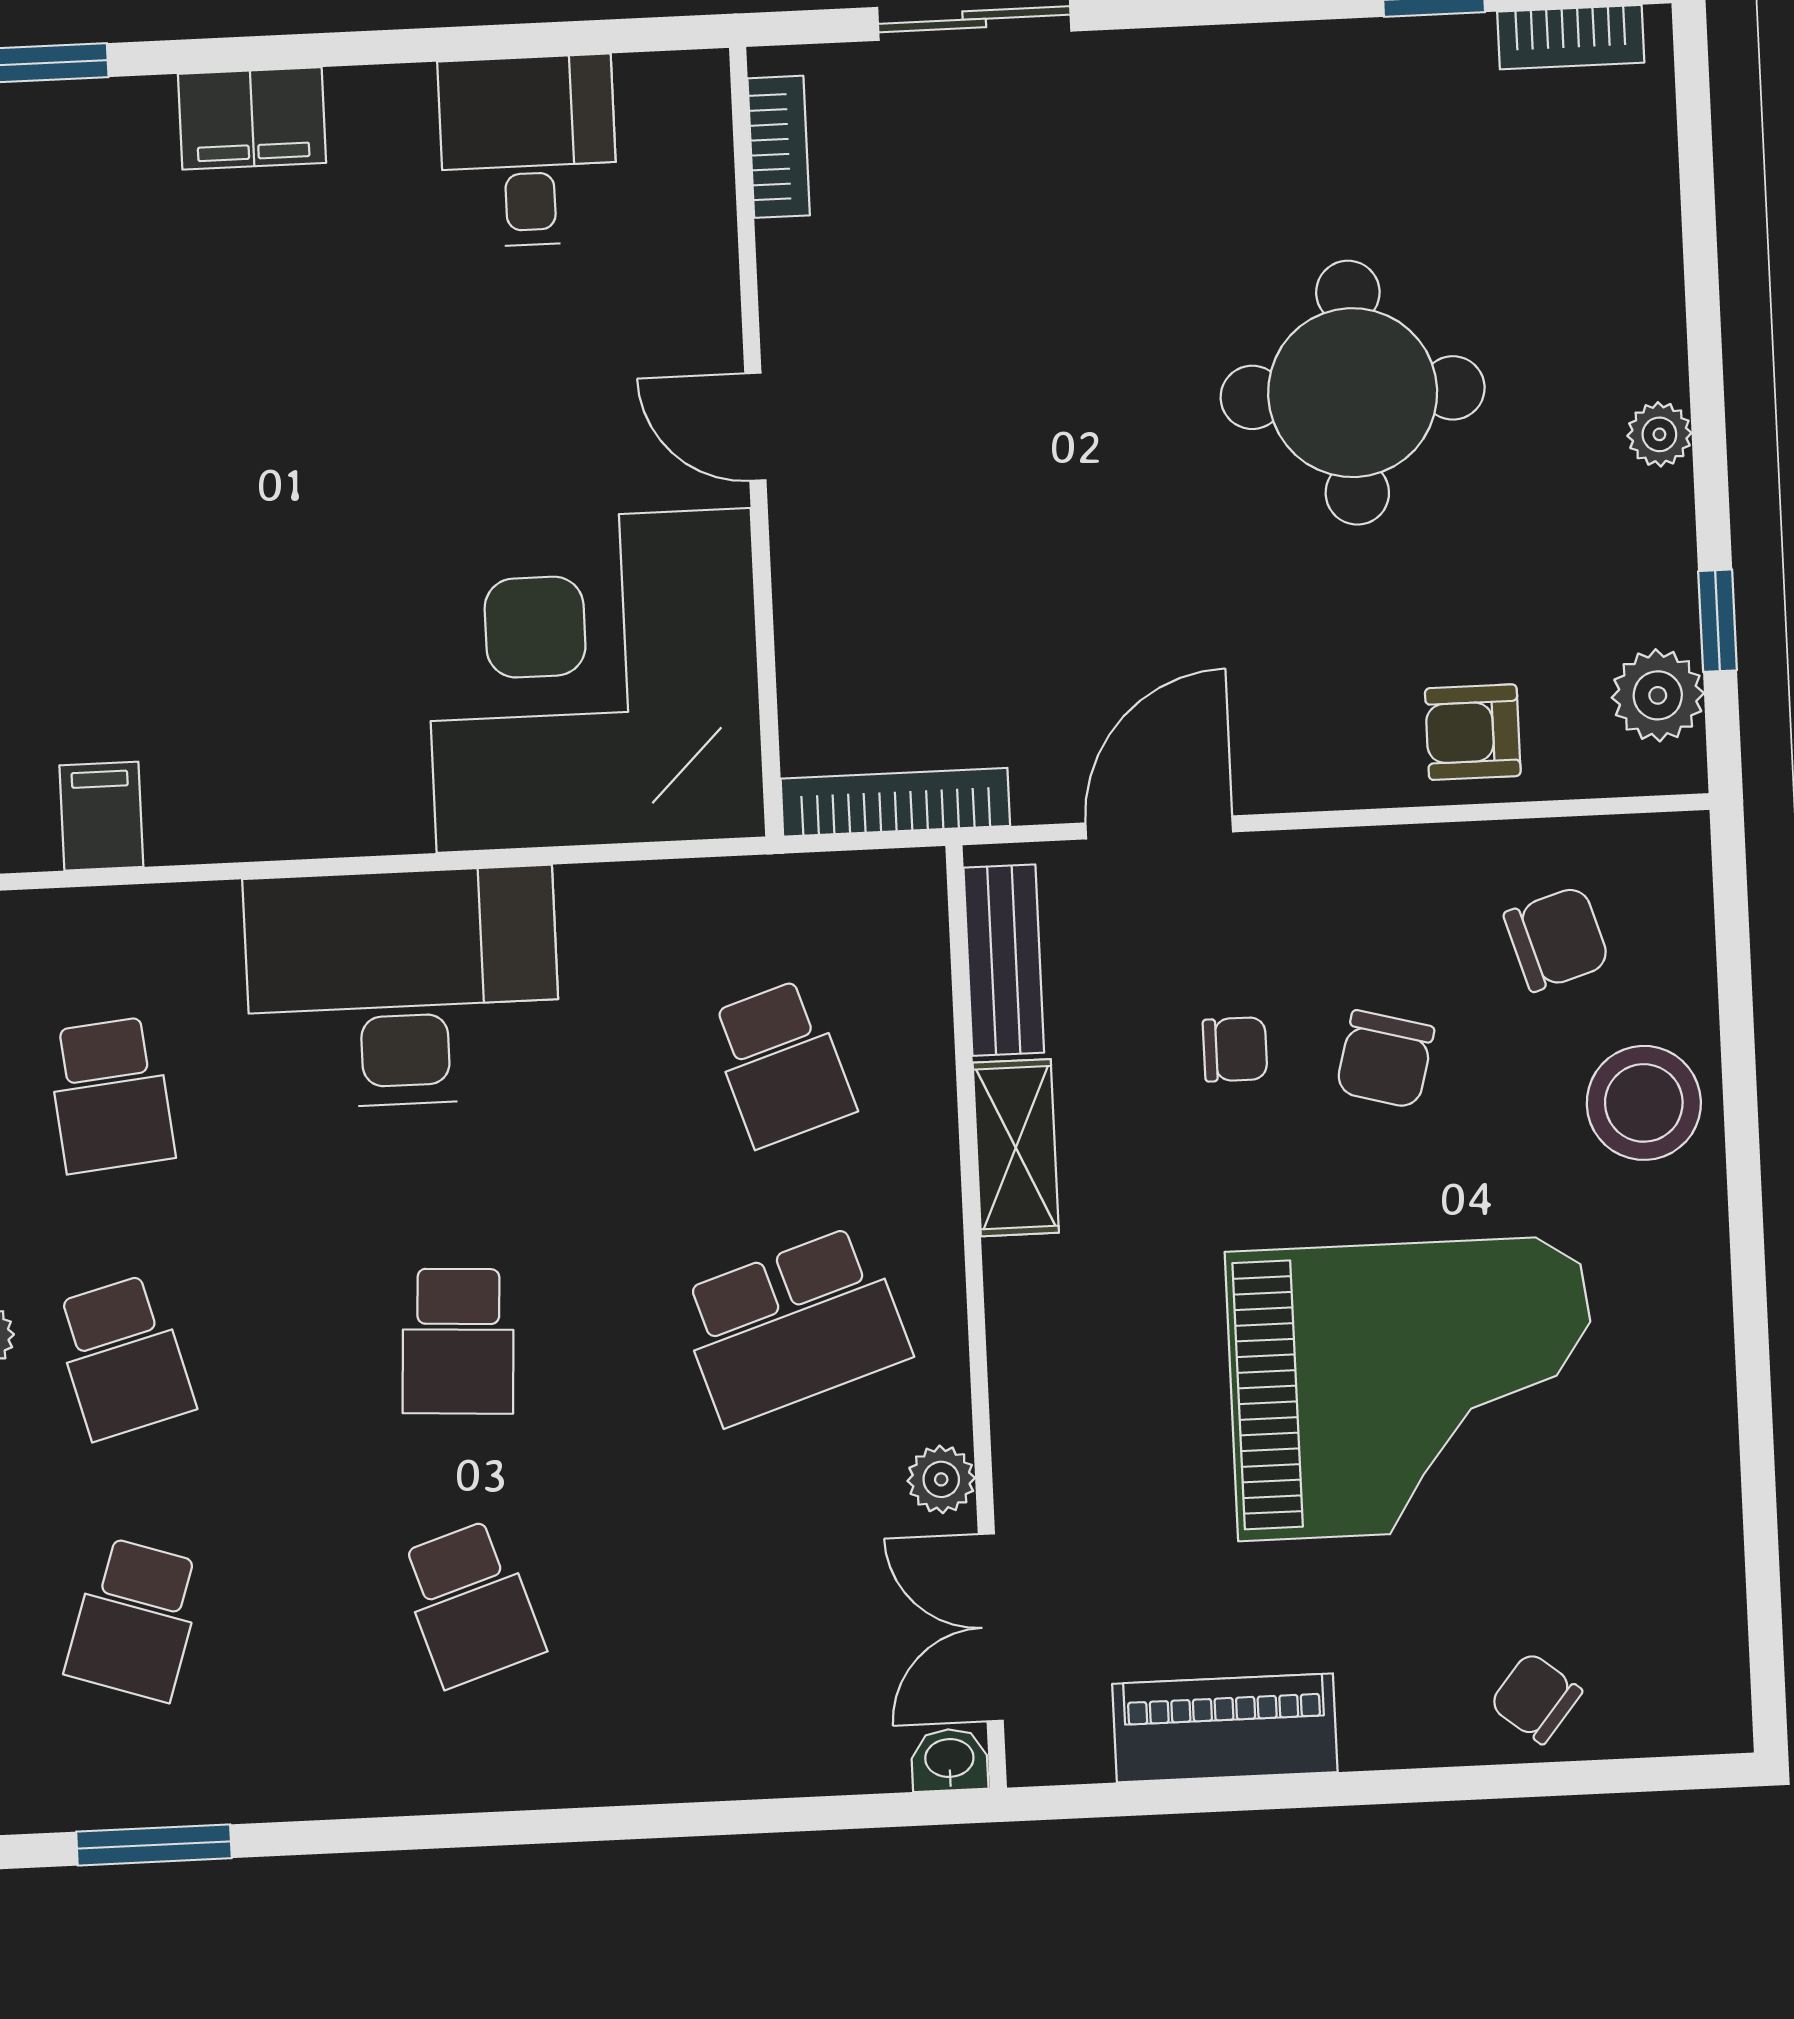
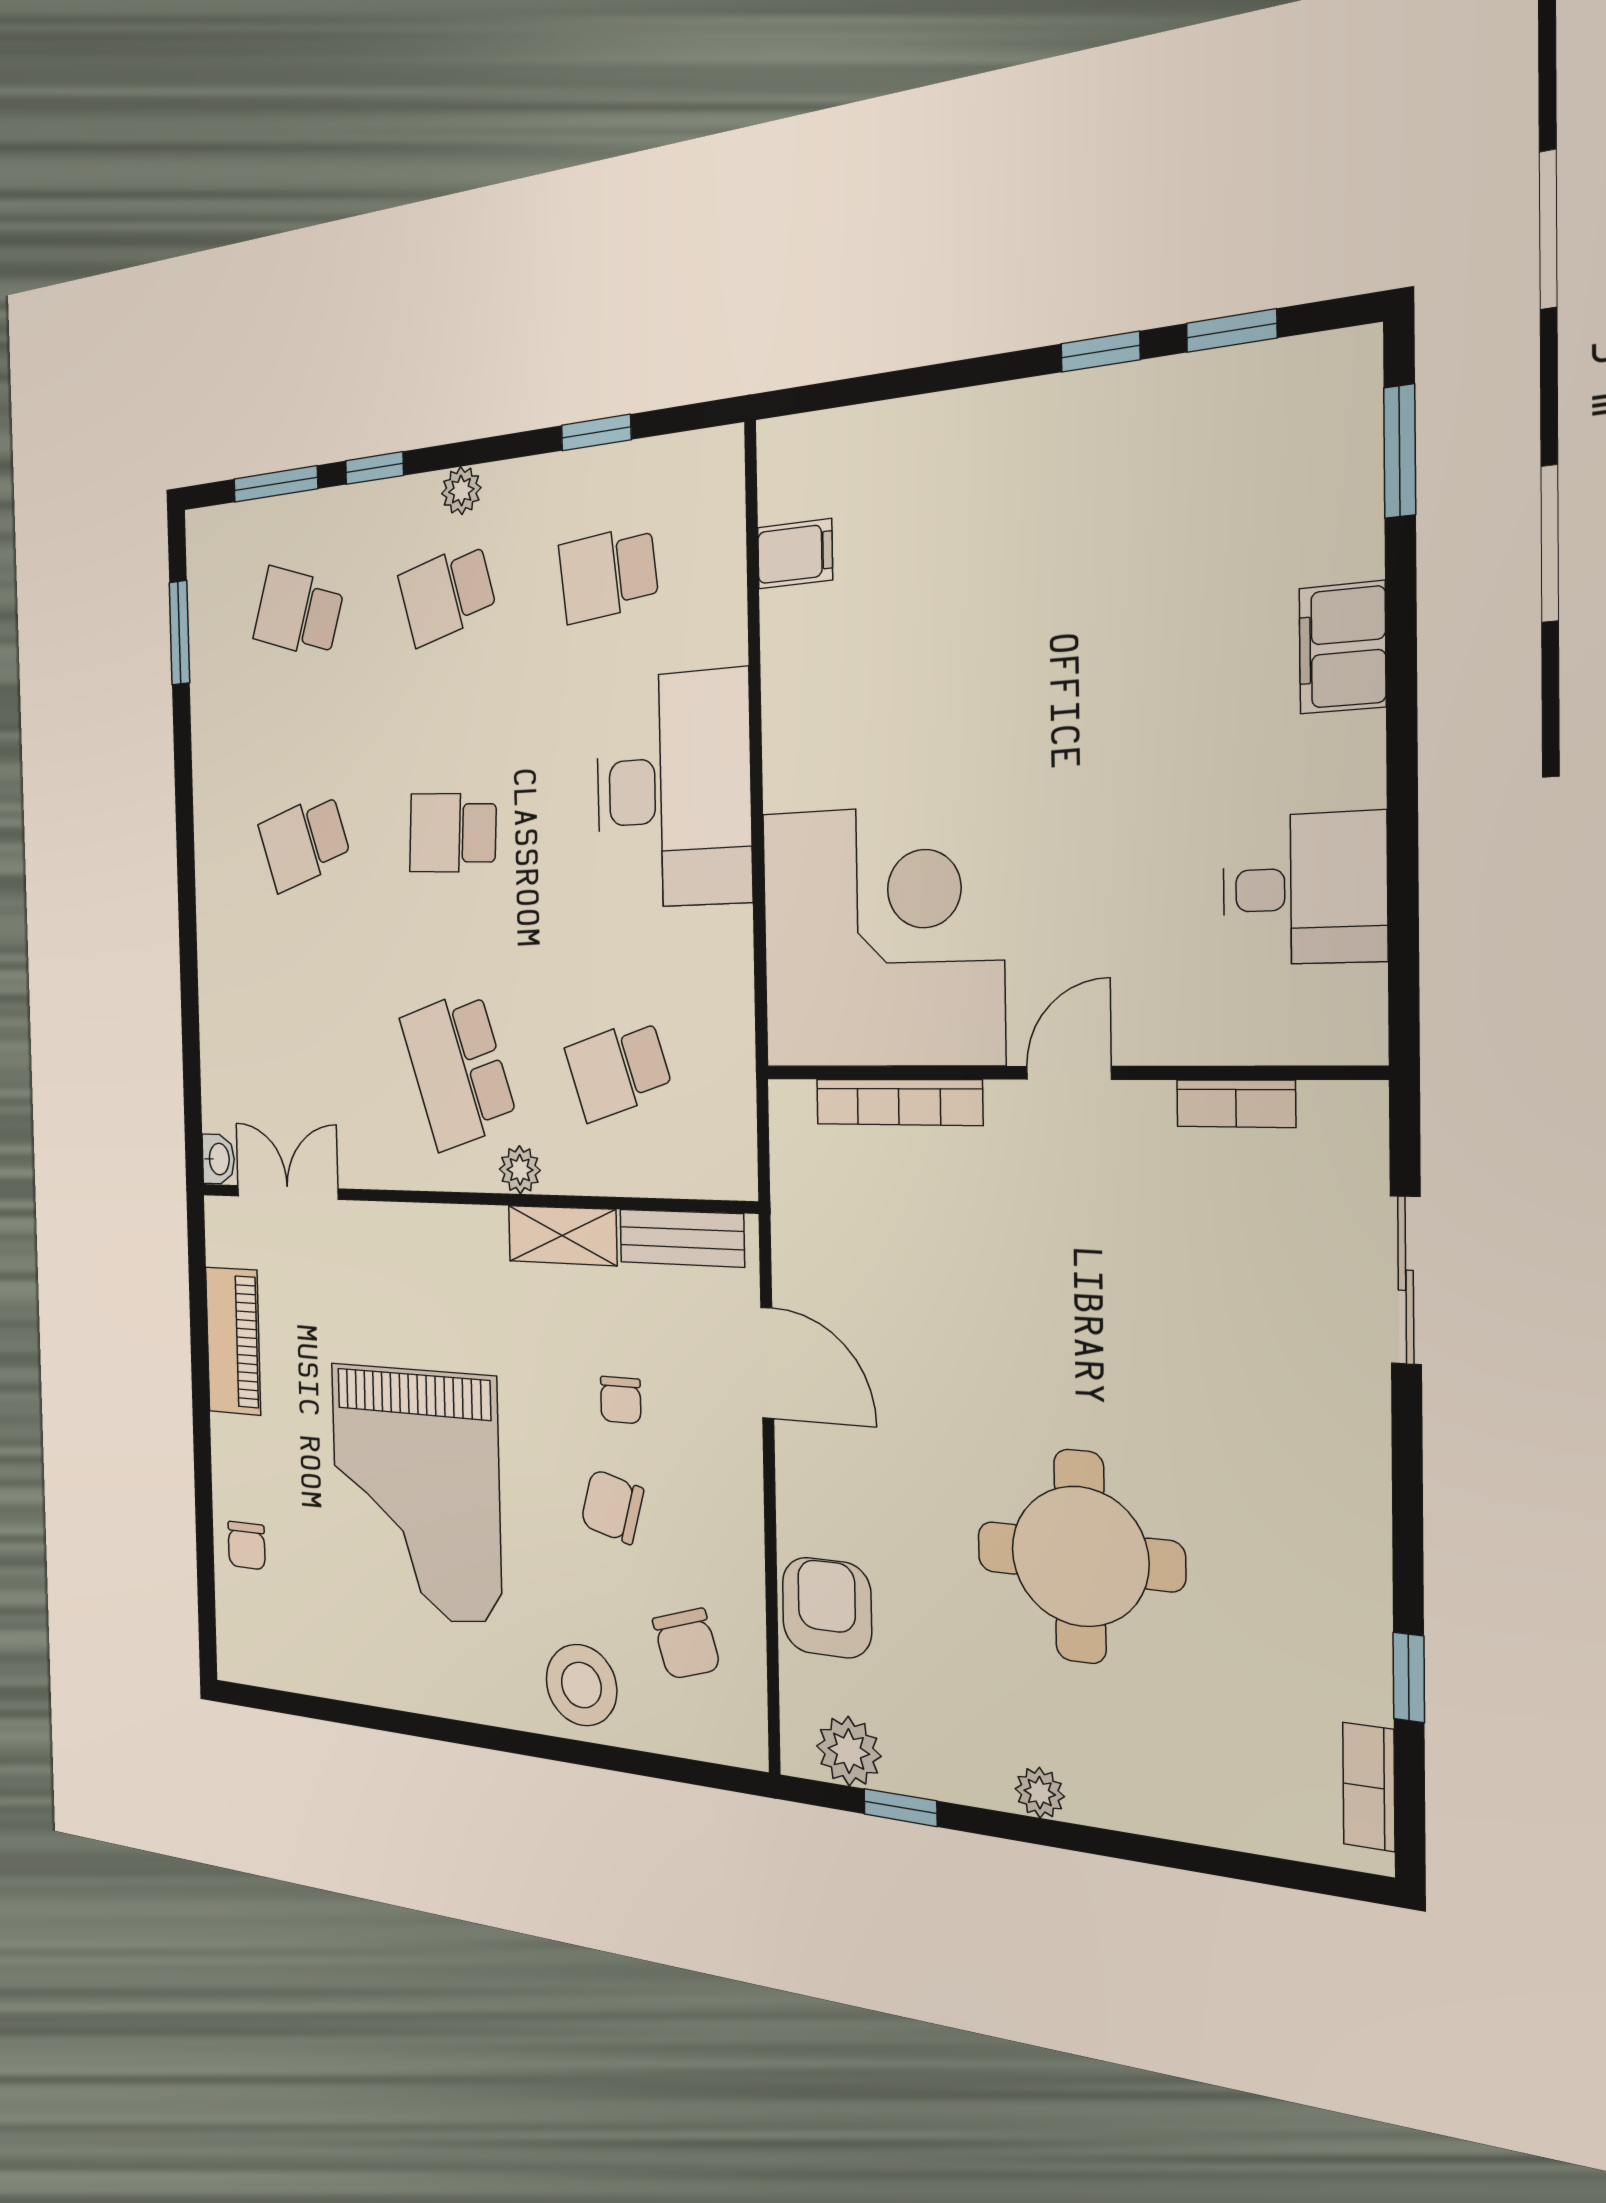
bookcase: (779, 147) -> (1236, 1104), moved
armchair: (1473, 732) -> (827, 1608), width x1.38, depth x1.38
bookcase: (895, 802) -> (899, 1102), moved, turned 90
plant: (941, 1479) -> (520, 1170), moved
chair: (1536, 1698) -> (247, 1545), turned 141

